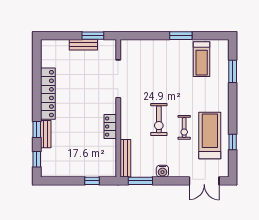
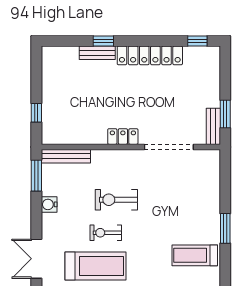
bench: (83, 45) -> (213, 126), moved
locker: (110, 127) -> (123, 137), moved
window: (37, 159) -> (197, 41), moved

